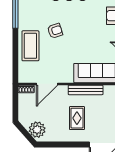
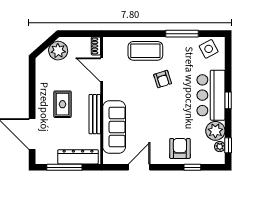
rug: (77, 118) -> (62, 104), turned 90
plant: (37, 130) -> (58, 51), moved

